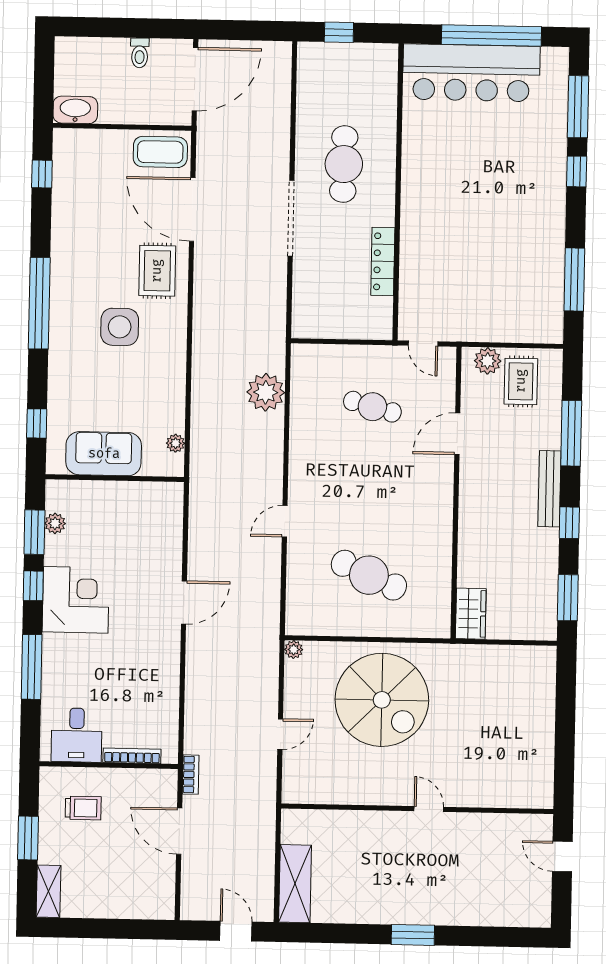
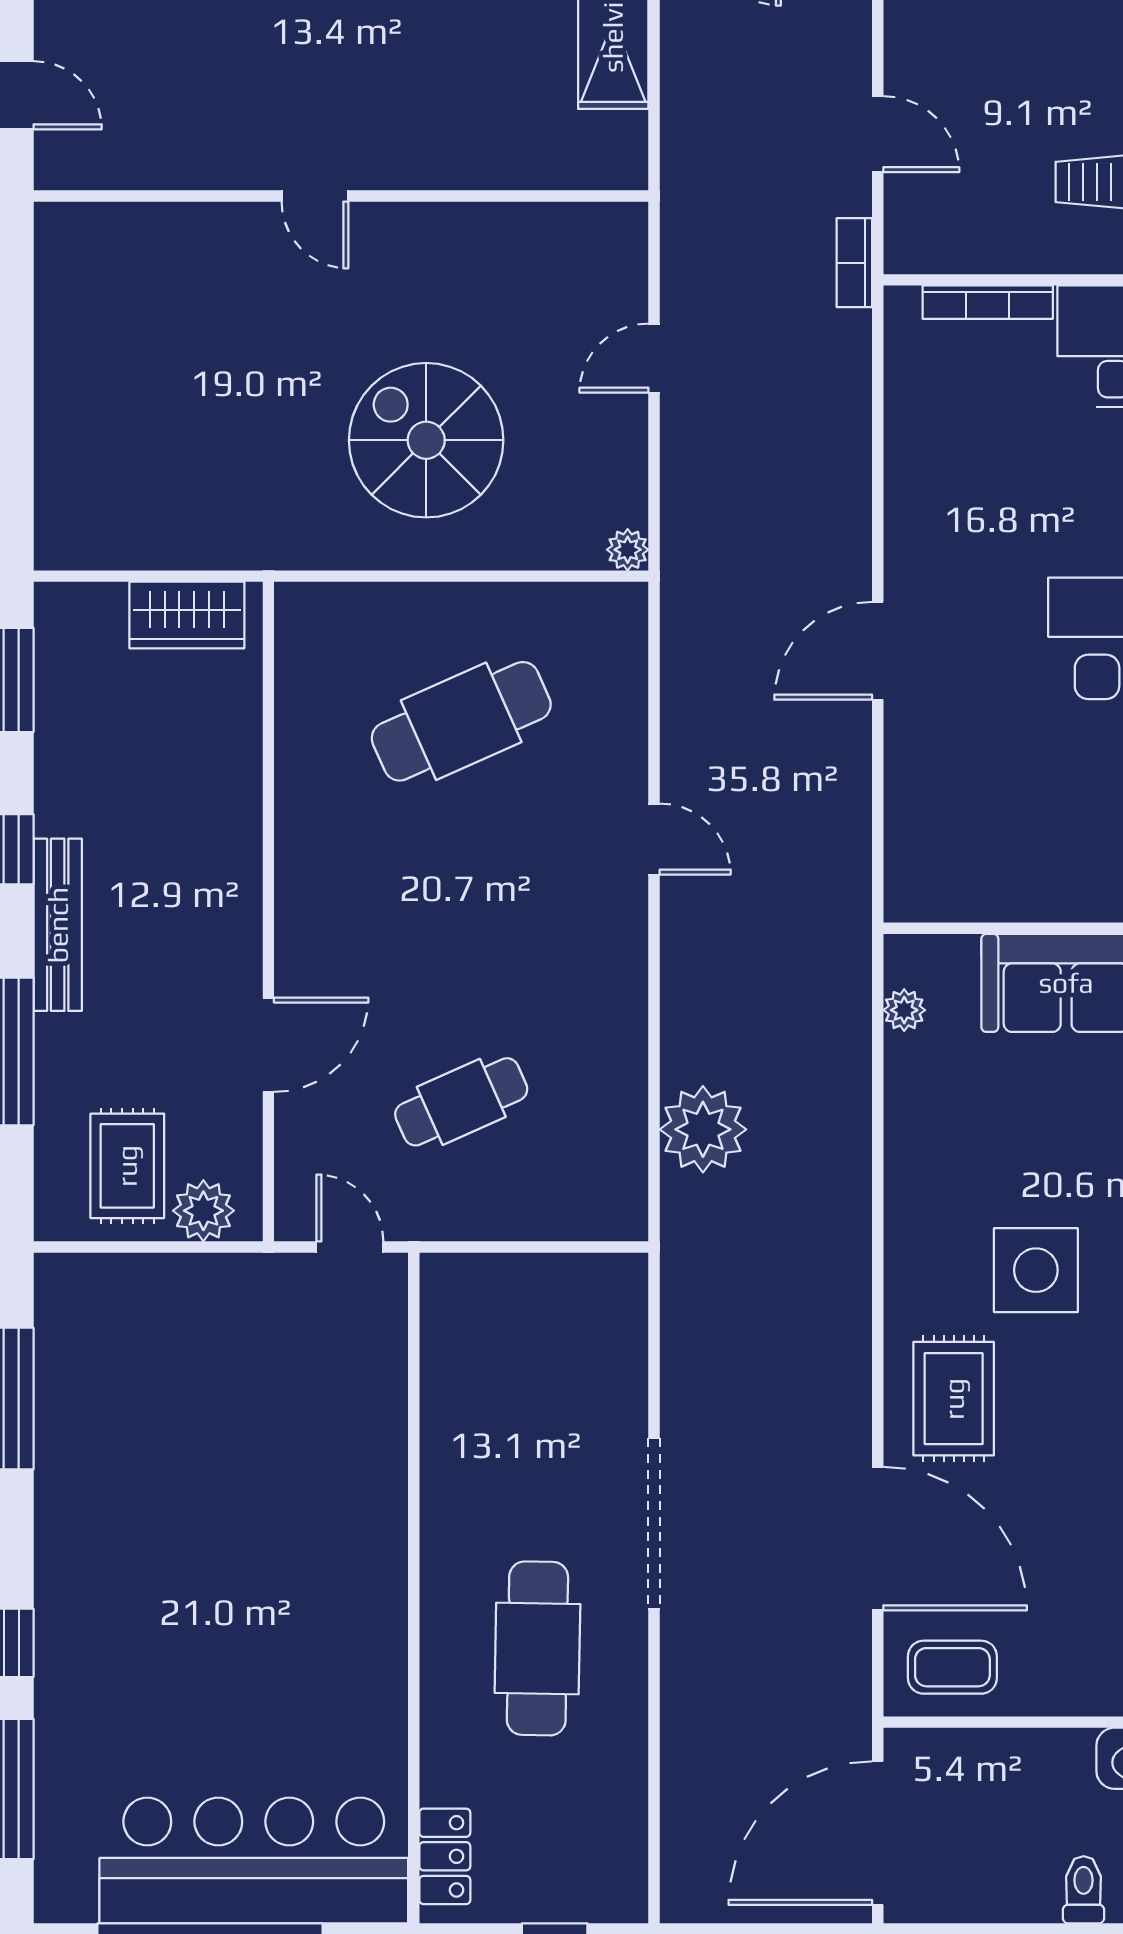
toilet: (140, 53) -> (1084, 1890), moved
coffee table: (160, 152) -> (952, 1667), width x0.73, depth x0.77
locker: (383, 261) -> (445, 1856), moved, width x0.66
cafe table: (372, 407) -> (461, 1102), turned -39
door: (285, 521) -> (654, 839), hinge flipped
cafe table: (369, 575) -> (461, 721), turned -48
wardrobe: (471, 614) -> (187, 615), moved, turned -90
spiral stairs: (382, 700) -> (426, 440), width x0.73, depth x0.73
door: (179, 831) -> (878, 134), width x0.73

